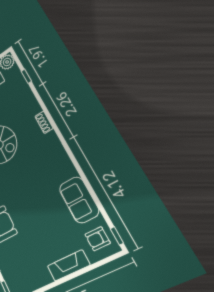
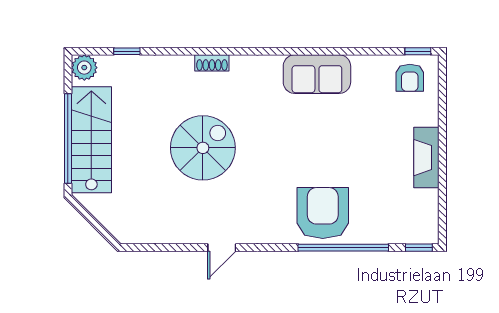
sofa: (79, 200) -> (317, 74), moved
fireplace: (69, 265) -> (426, 158), moved

